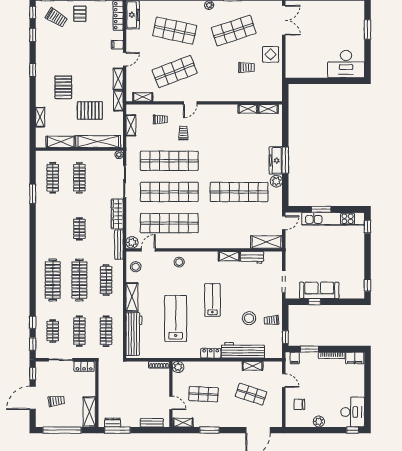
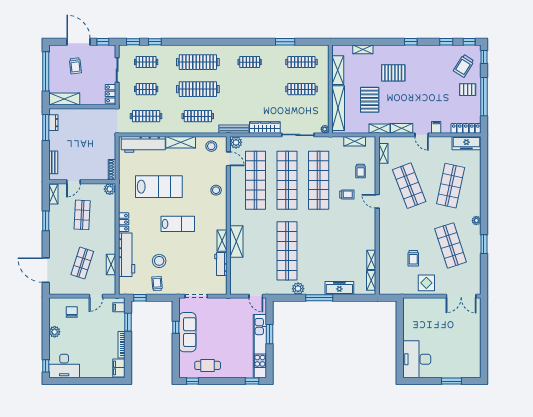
freezer: (276, 160) -> (339, 288), moved
clothes rail: (79, 229) -> (250, 62), moved
shelving: (266, 242) -> (236, 242), moved
cafe table: (352, 270) -> (208, 365), added
clothes rail: (79, 331) -> (146, 89), width x0.73

